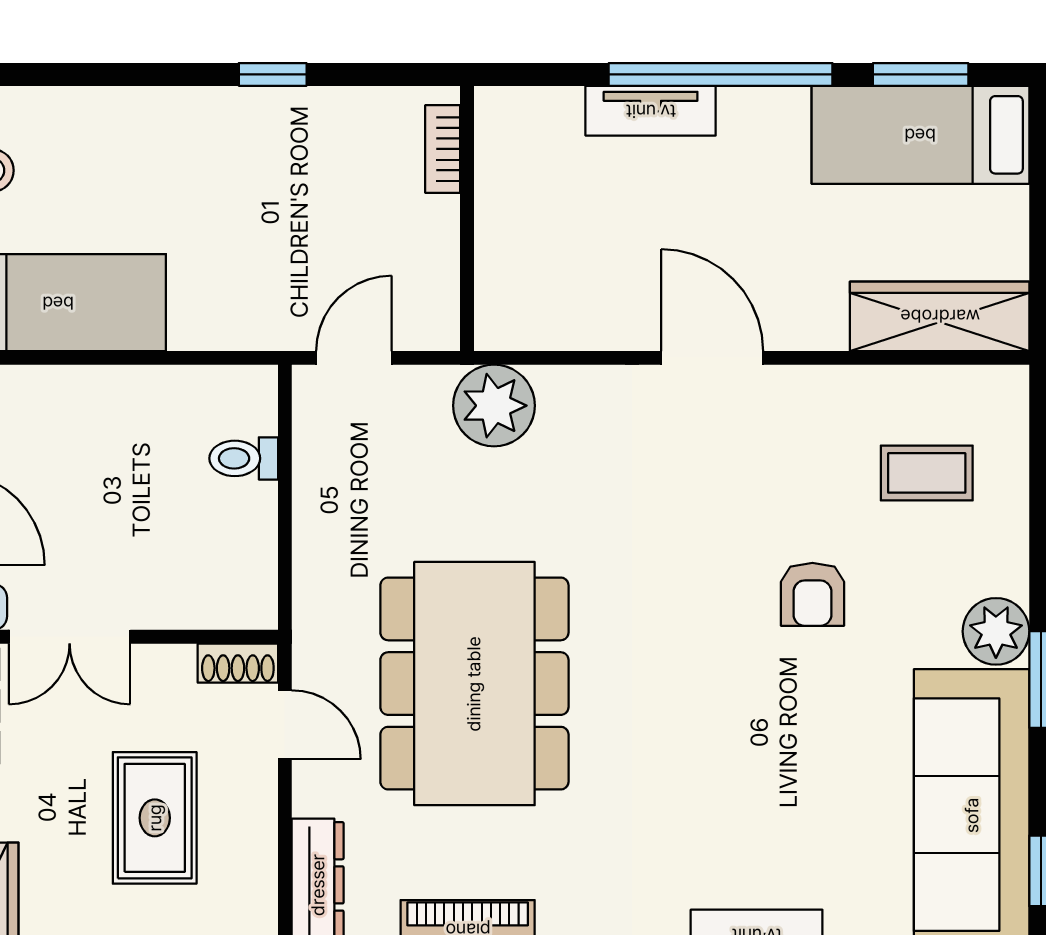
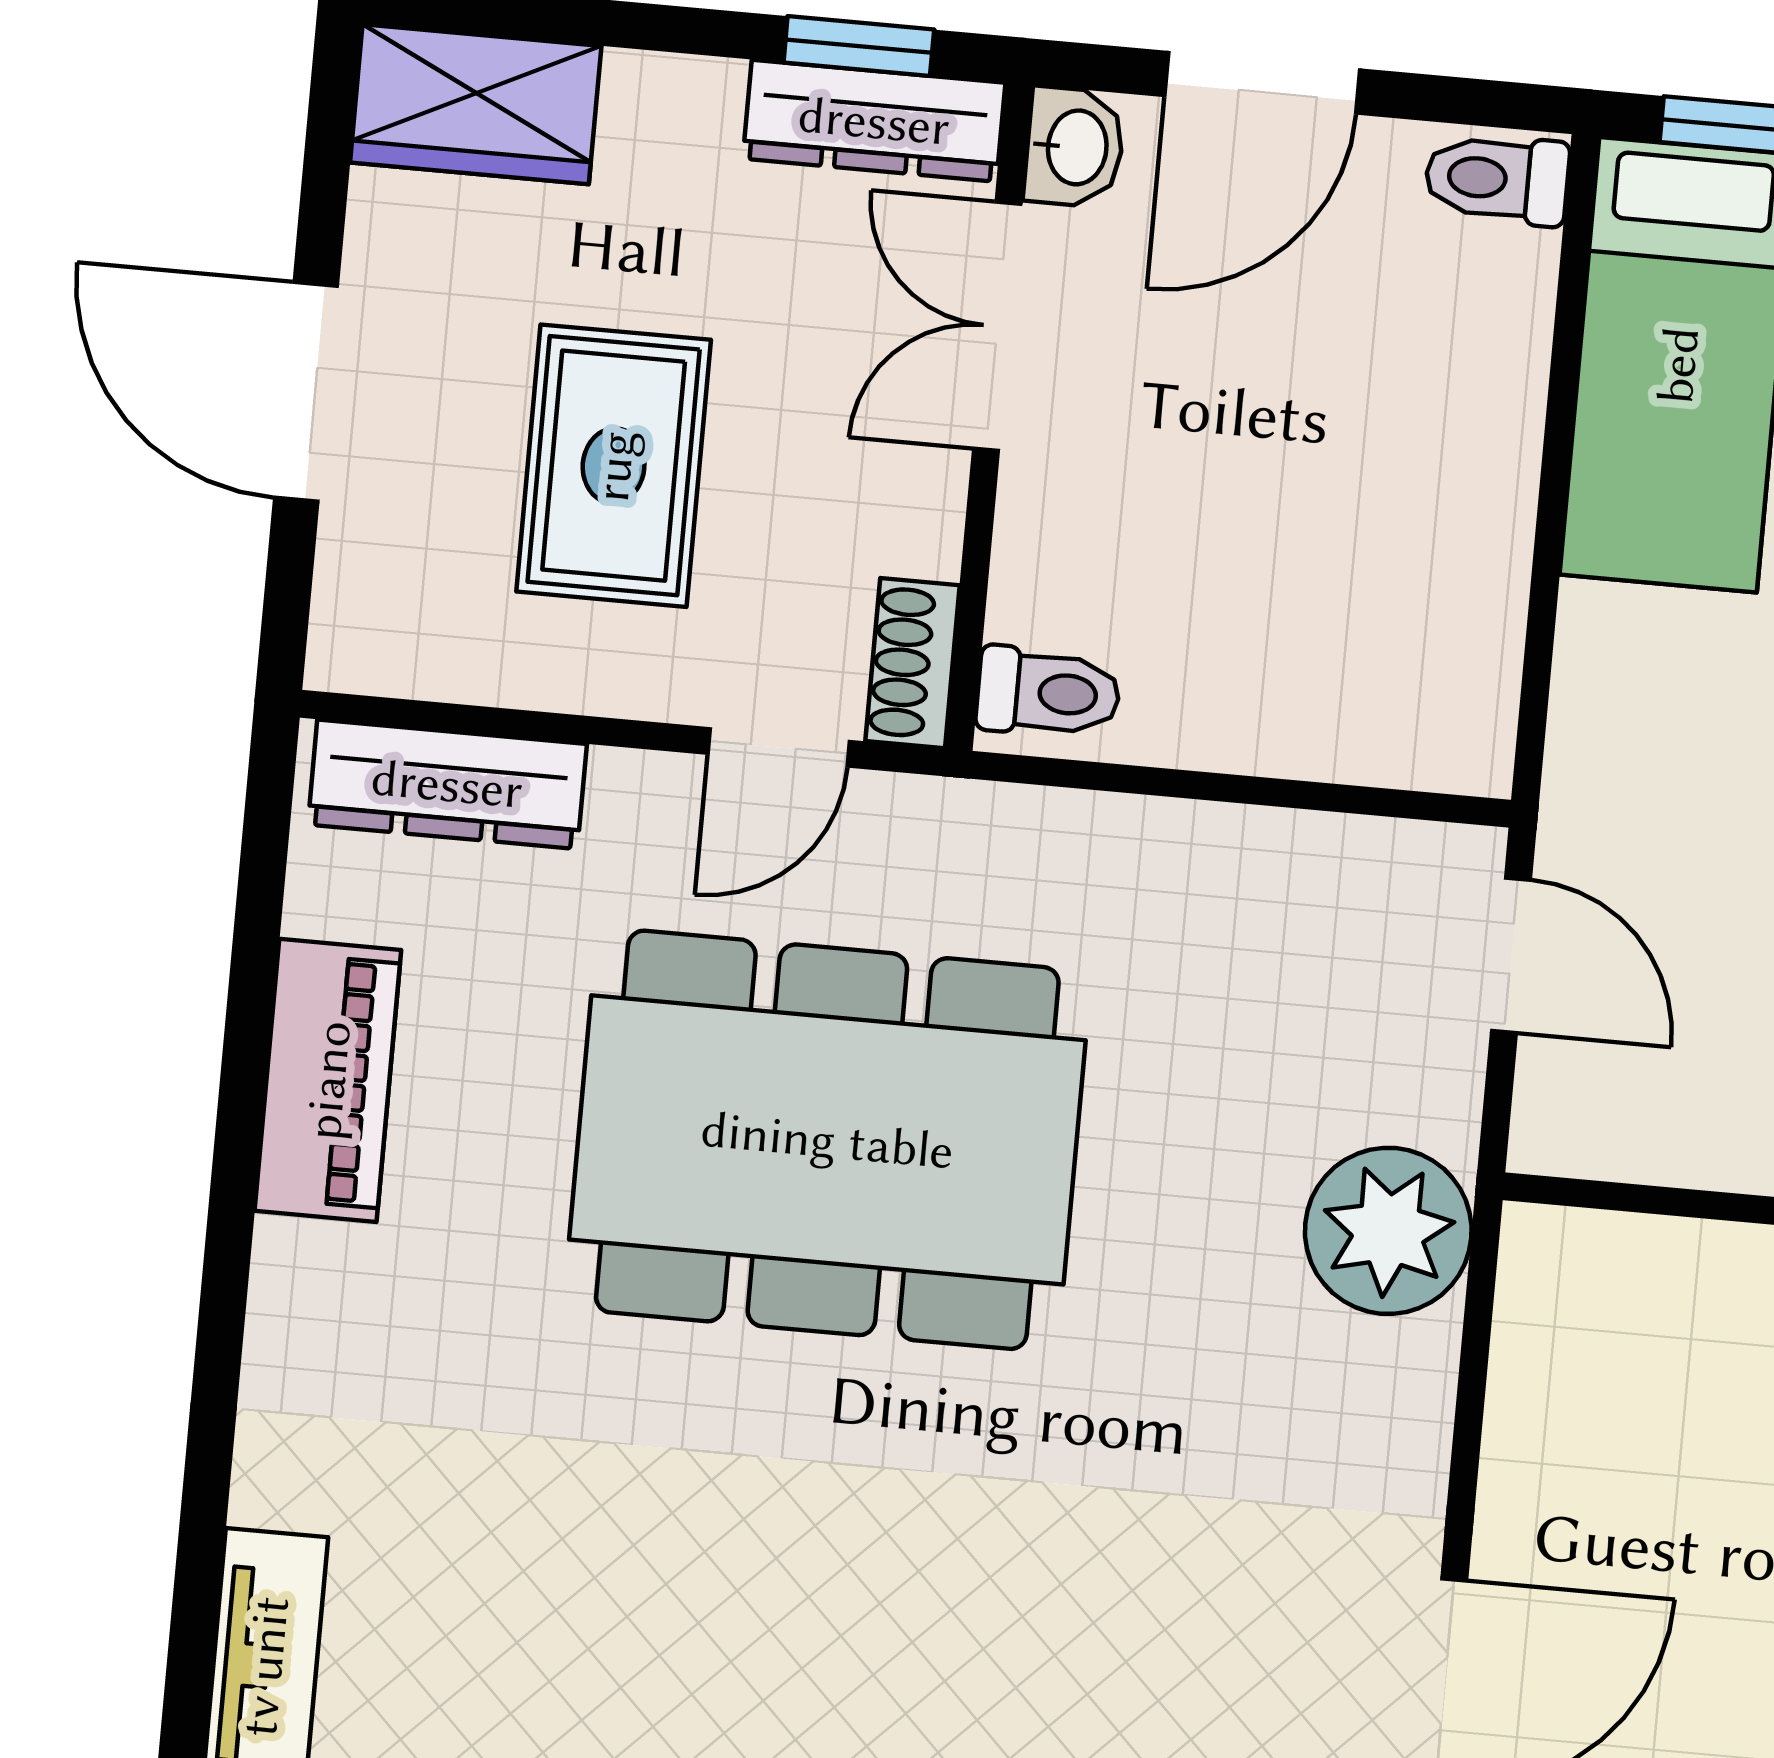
toilet: (244, 458) -> (1048, 693), moved, turned 90
rug: (155, 818) -> (614, 466), turned 90

